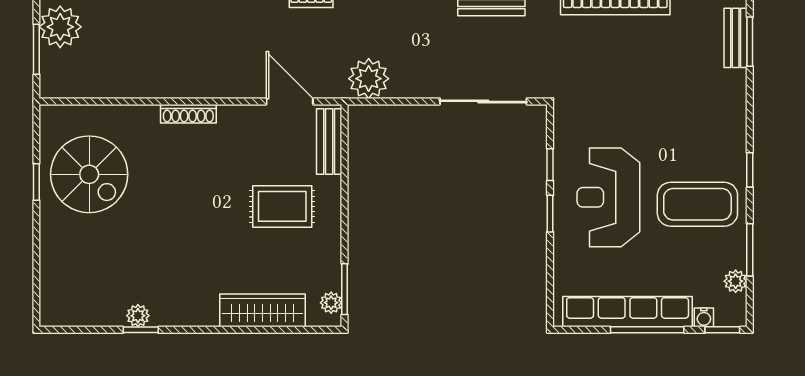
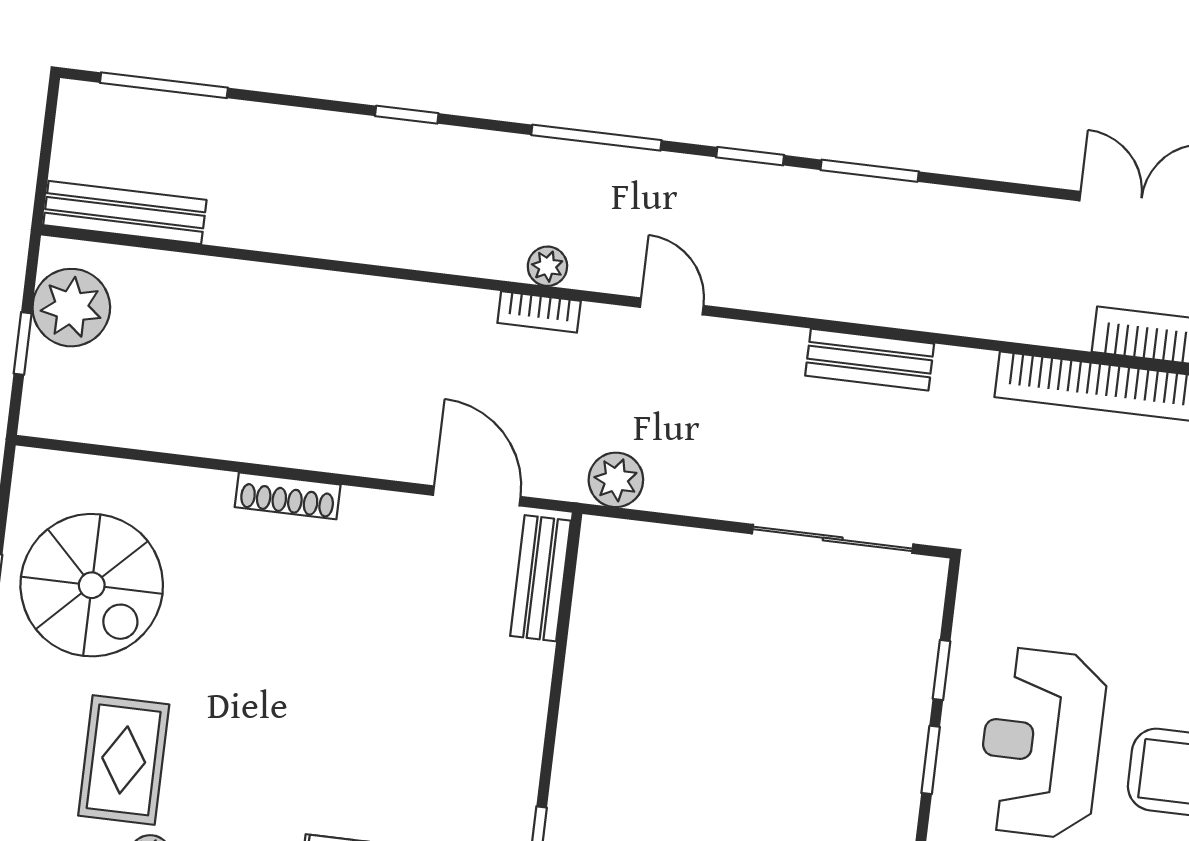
window: (36, 49) -> (23, 343), width x0.67
plant: (369, 79) -> (616, 480), width x0.73, depth x0.73
rug: (282, 206) -> (124, 760), moved, turned 90

